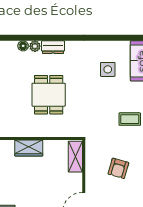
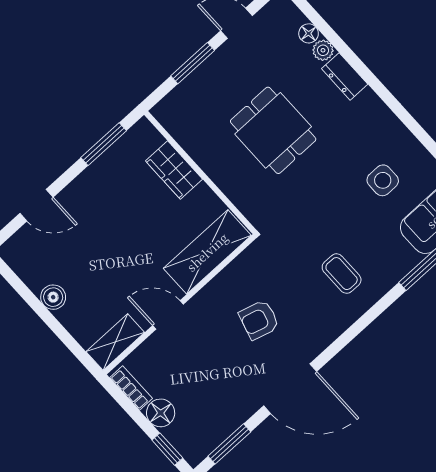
dining table: (49, 95) -> (273, 130), turned 90
shelving: (75, 157) -> (207, 252), width x1.50, depth x1.33

